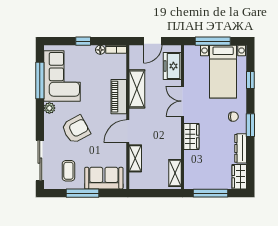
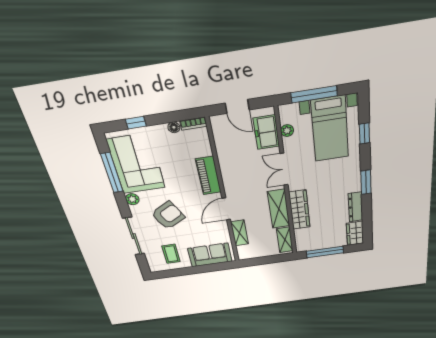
window: (83, 41) -> (136, 123), moved
door: (153, 41) -> (237, 107), hinge flipped
plant: (189, 67) -> (287, 131), added
shelving: (137, 89) -> (279, 209), moved
chair: (233, 117) -> (345, 176), removed
wardrobe: (191, 136) -> (299, 210), width x1.50
sliding door: (40, 161) -> (134, 236), moved
window: (82, 193) -> (191, 270), removed

